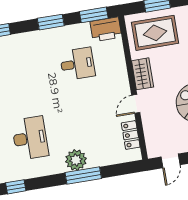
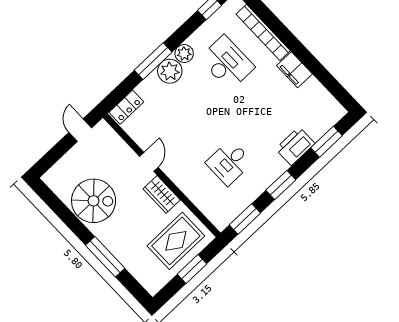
printer: (106, 29) -> (295, 146), moved
locker: (131, 135) -> (126, 107), moved, turned 90
desk: (30, 138) -> (227, 63), turned 180
plant: (57, 166) -> (184, 54), added

